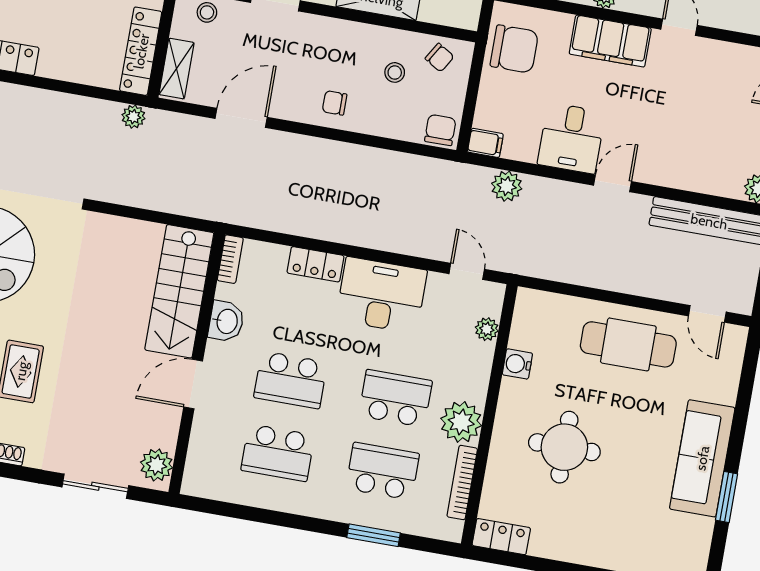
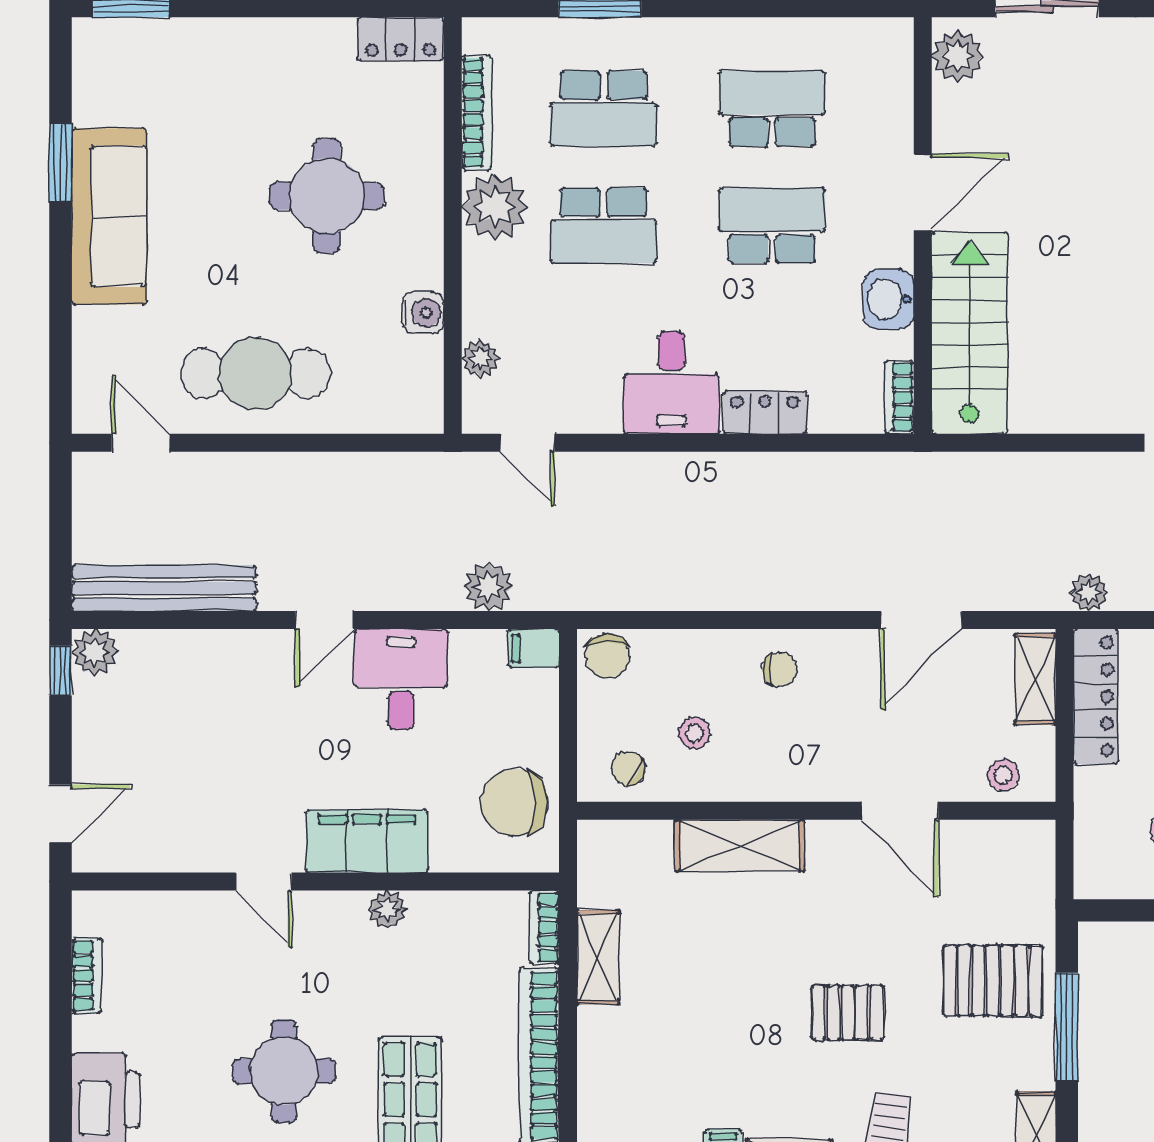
desk: (381, 295) -> (671, 382), width x0.73

